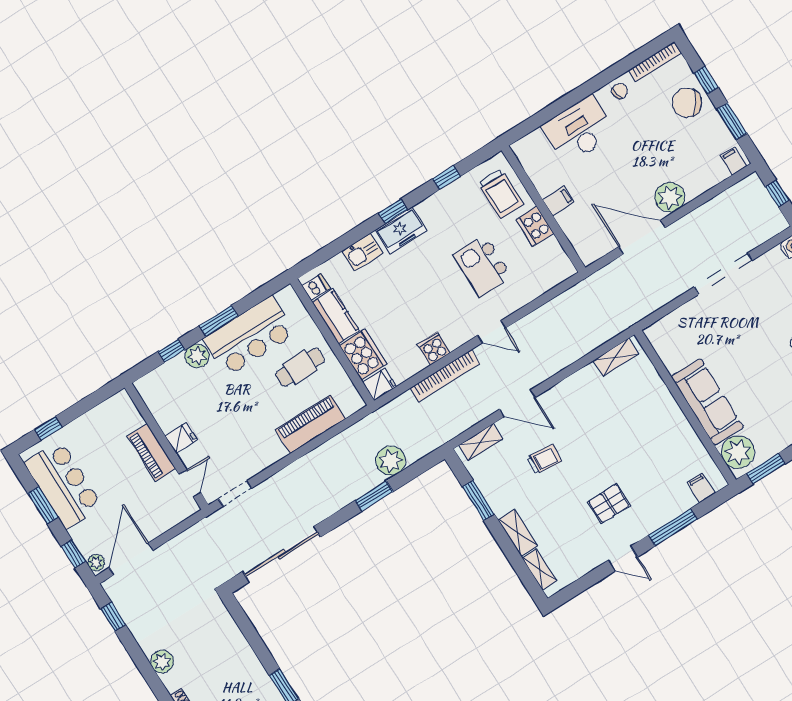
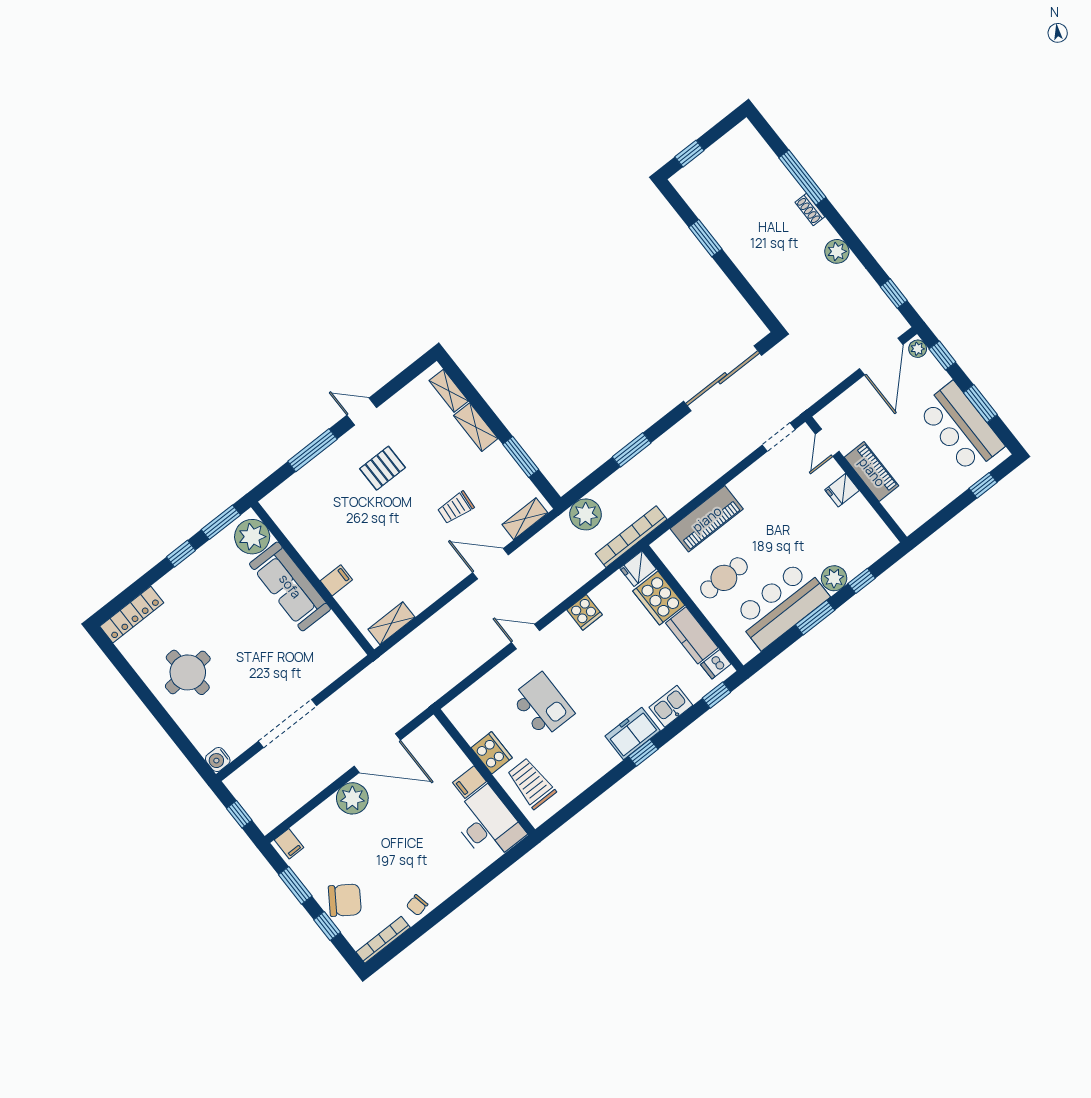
desk: (579, 130) -> (488, 824), moved, turned -90
window: (447, 177) -> (717, 695), moved
bookcase: (445, 376) -> (631, 537), moved
plant: (391, 461) -> (585, 514), moved
filing cabinet: (701, 488) -> (336, 580), moved, turned -90

